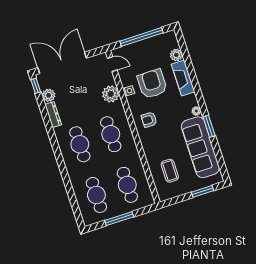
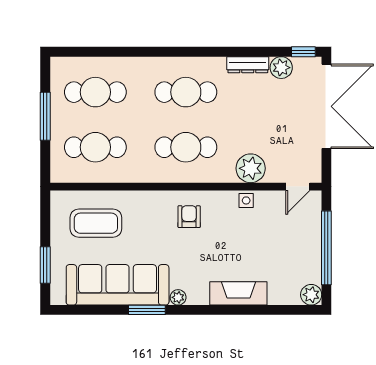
plant: (176, 55) -> (311, 295), moved
armchair: (152, 84) -> (245, 241), removed
coffee table: (170, 171) -> (96, 223), width x1.36, depth x1.32

